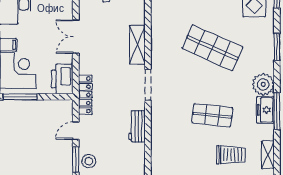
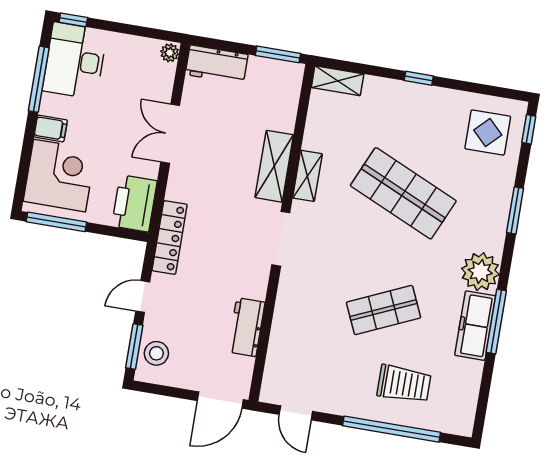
freezer: (265, 110) -> (475, 326), width x1.40
shop shelf: (212, 115) -> (383, 310), turned -30
workbench: (137, 126) -> (246, 327), moved
shelving: (268, 155) -> (307, 176), moved

